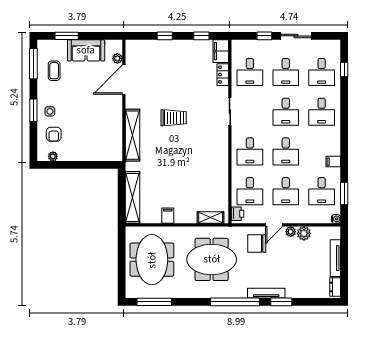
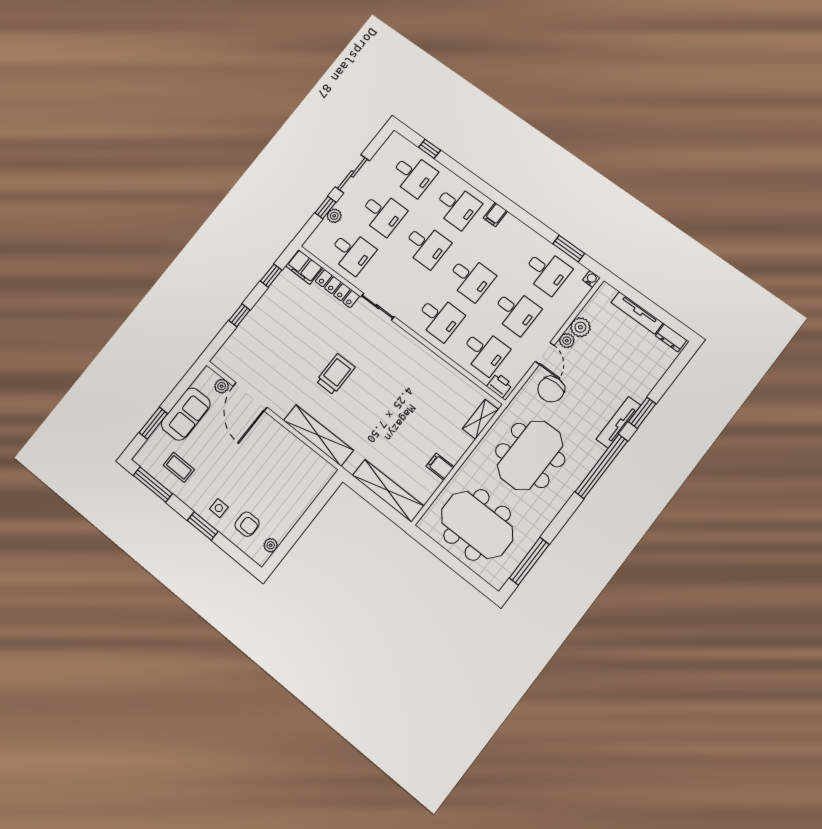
plant: (263, 45) -> (334, 216), added
locker: (223, 75) -> (337, 289), width x1.53
filing cabinet: (333, 162) -> (495, 215), moved

